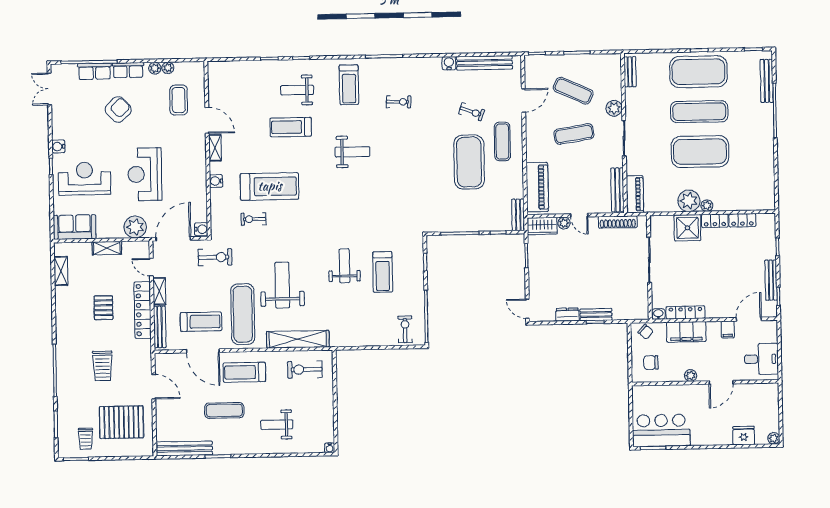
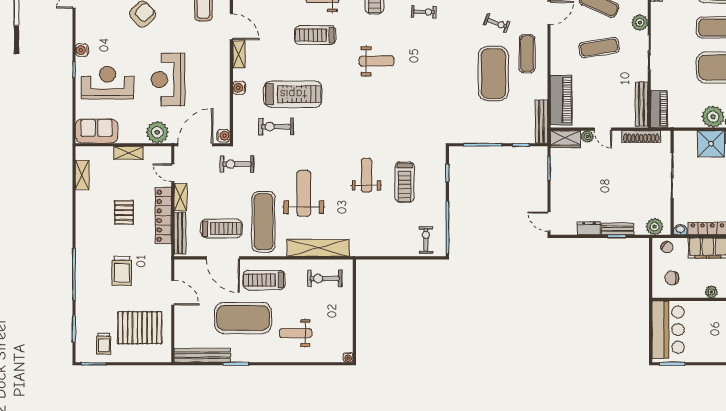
bench: (518, 215) -> (542, 122), width x1.36
exercise bike: (254, 219) -> (276, 127), width x1.38, depth x1.39
exercise bike: (215, 257) -> (237, 164), turned 180
plant: (633, 312) -> (655, 227), added
exercise mat: (224, 410) -> (243, 318), width x2.00, depth x1.45
bar counter: (661, 430) -> (668, 330), moved, turned 90

